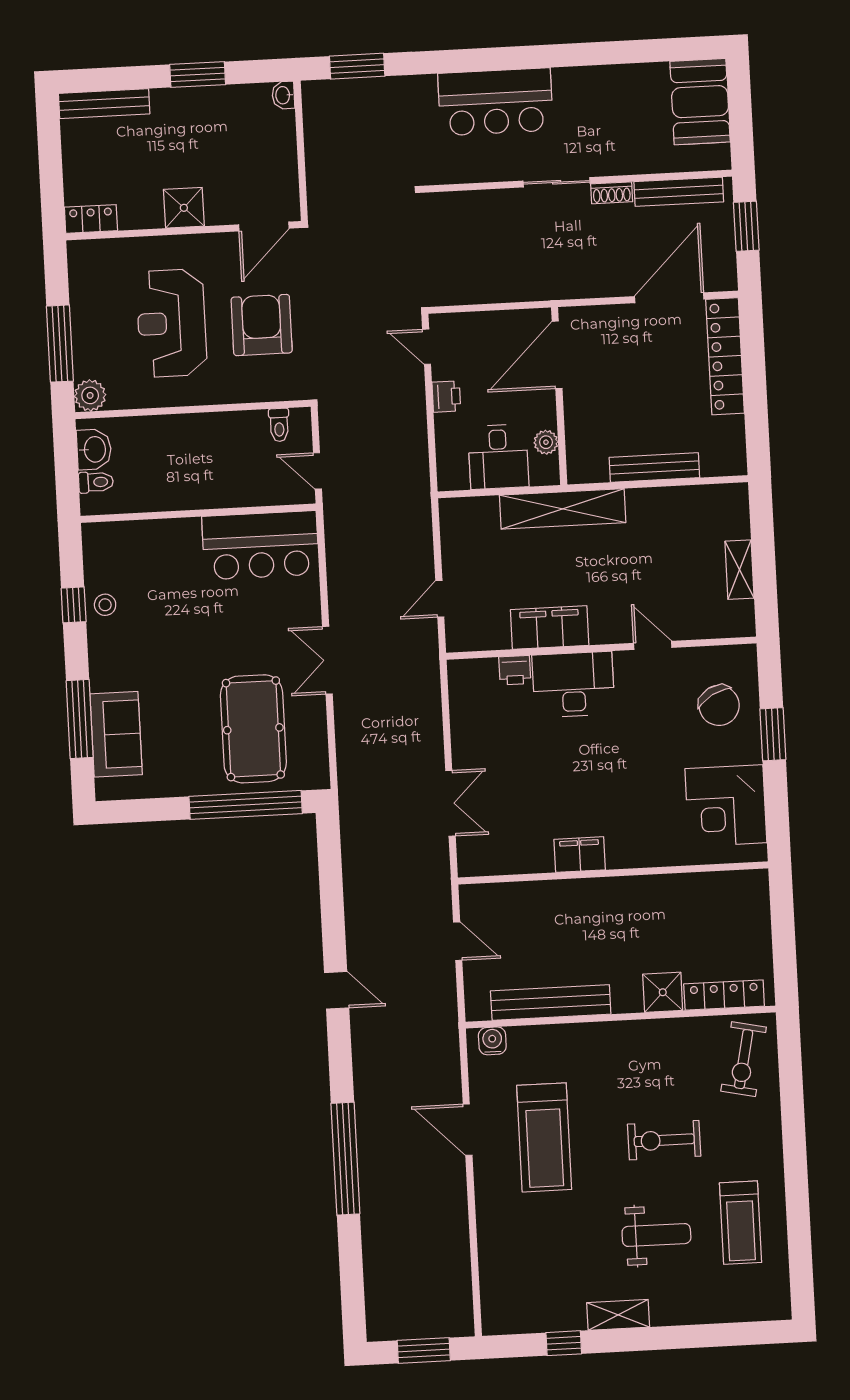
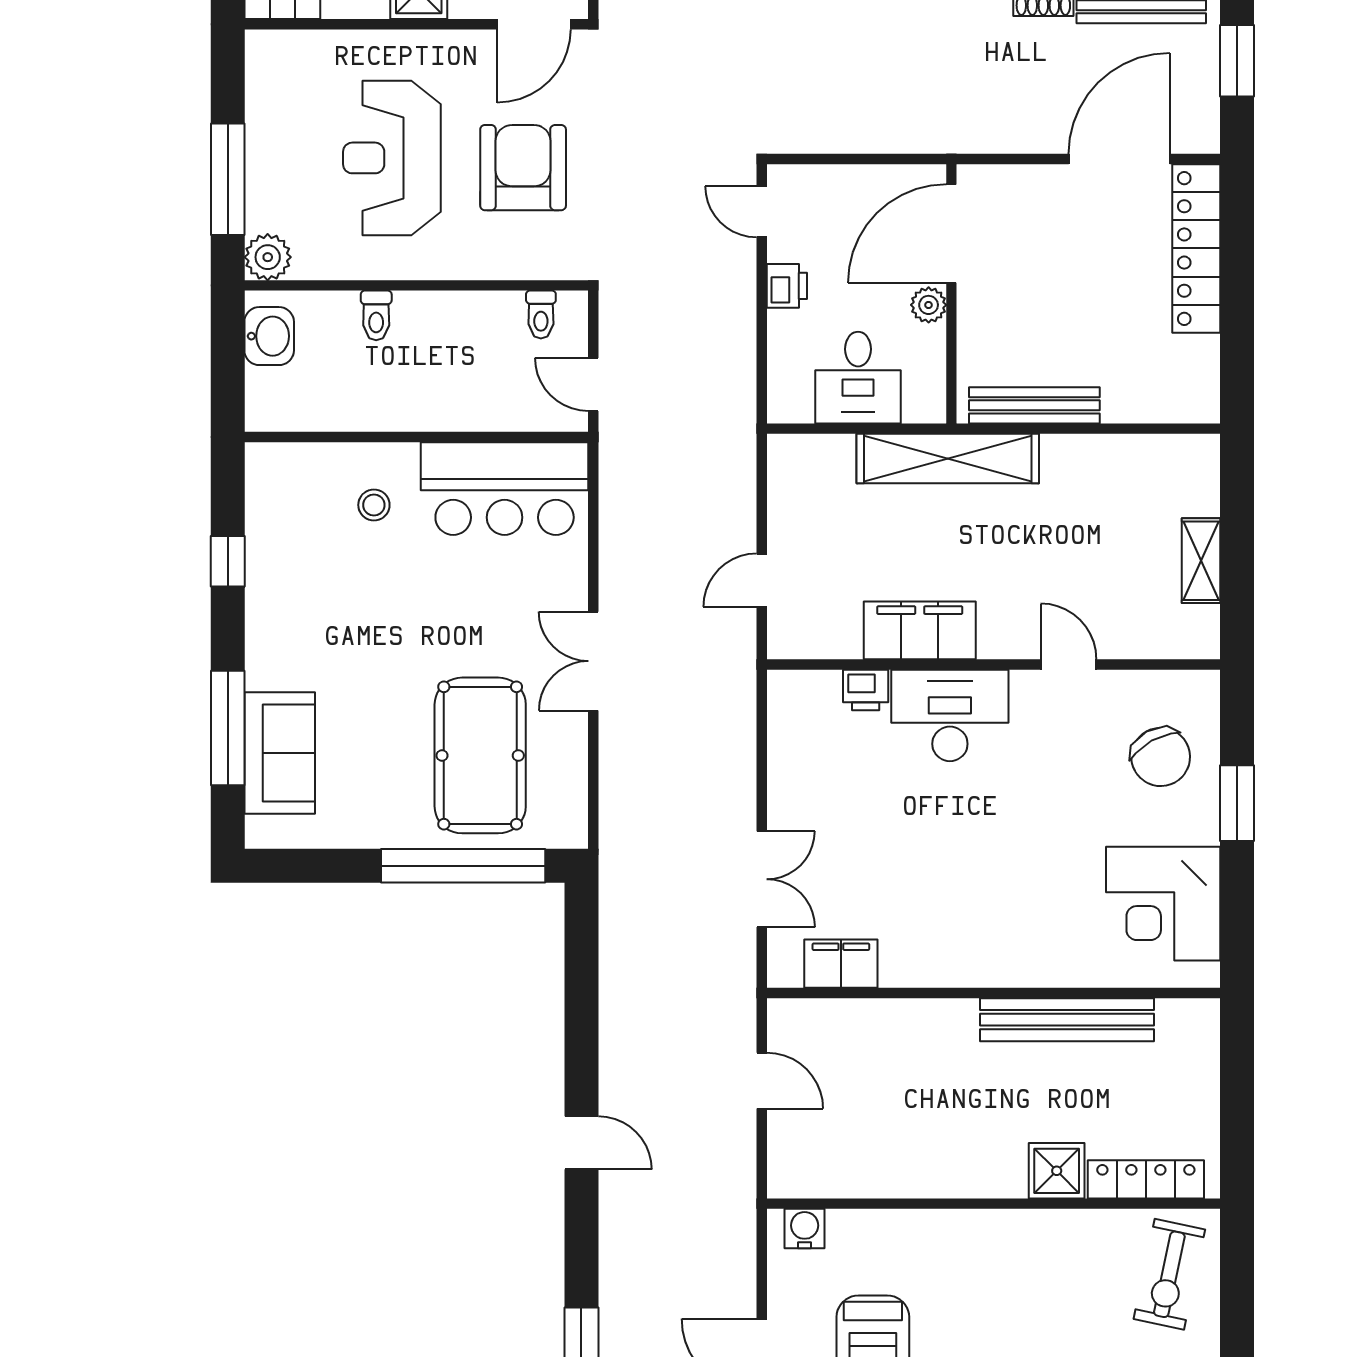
plant: (546, 442) -> (929, 305), moved
bench: (654, 468) -> (1034, 405), moved
toilet: (96, 482) -> (376, 315), moved, turned 90
stool: (105, 605) -> (374, 505), moved
filing cabinet: (580, 855) -> (841, 964), moved
bench: (551, 1002) -> (1067, 1020), moved

